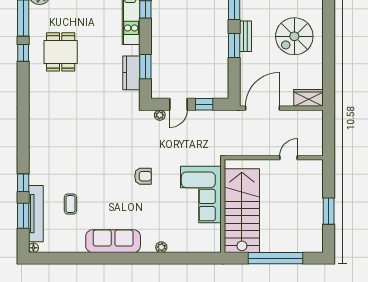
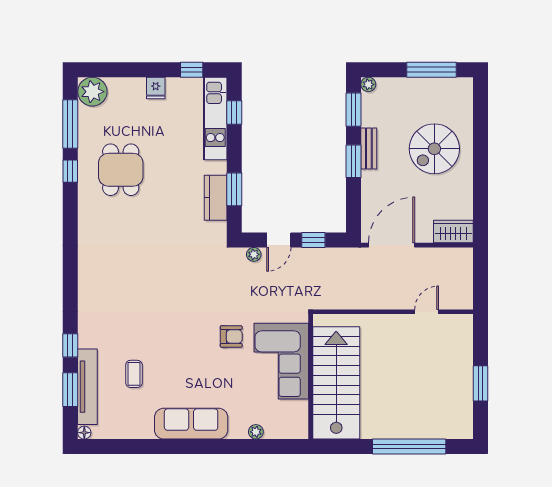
corner sofa: (201, 195) -> (281, 361), moved
wall: (223, 206) -> (311, 377), moved
stairs: (242, 211) -> (336, 383), moved

